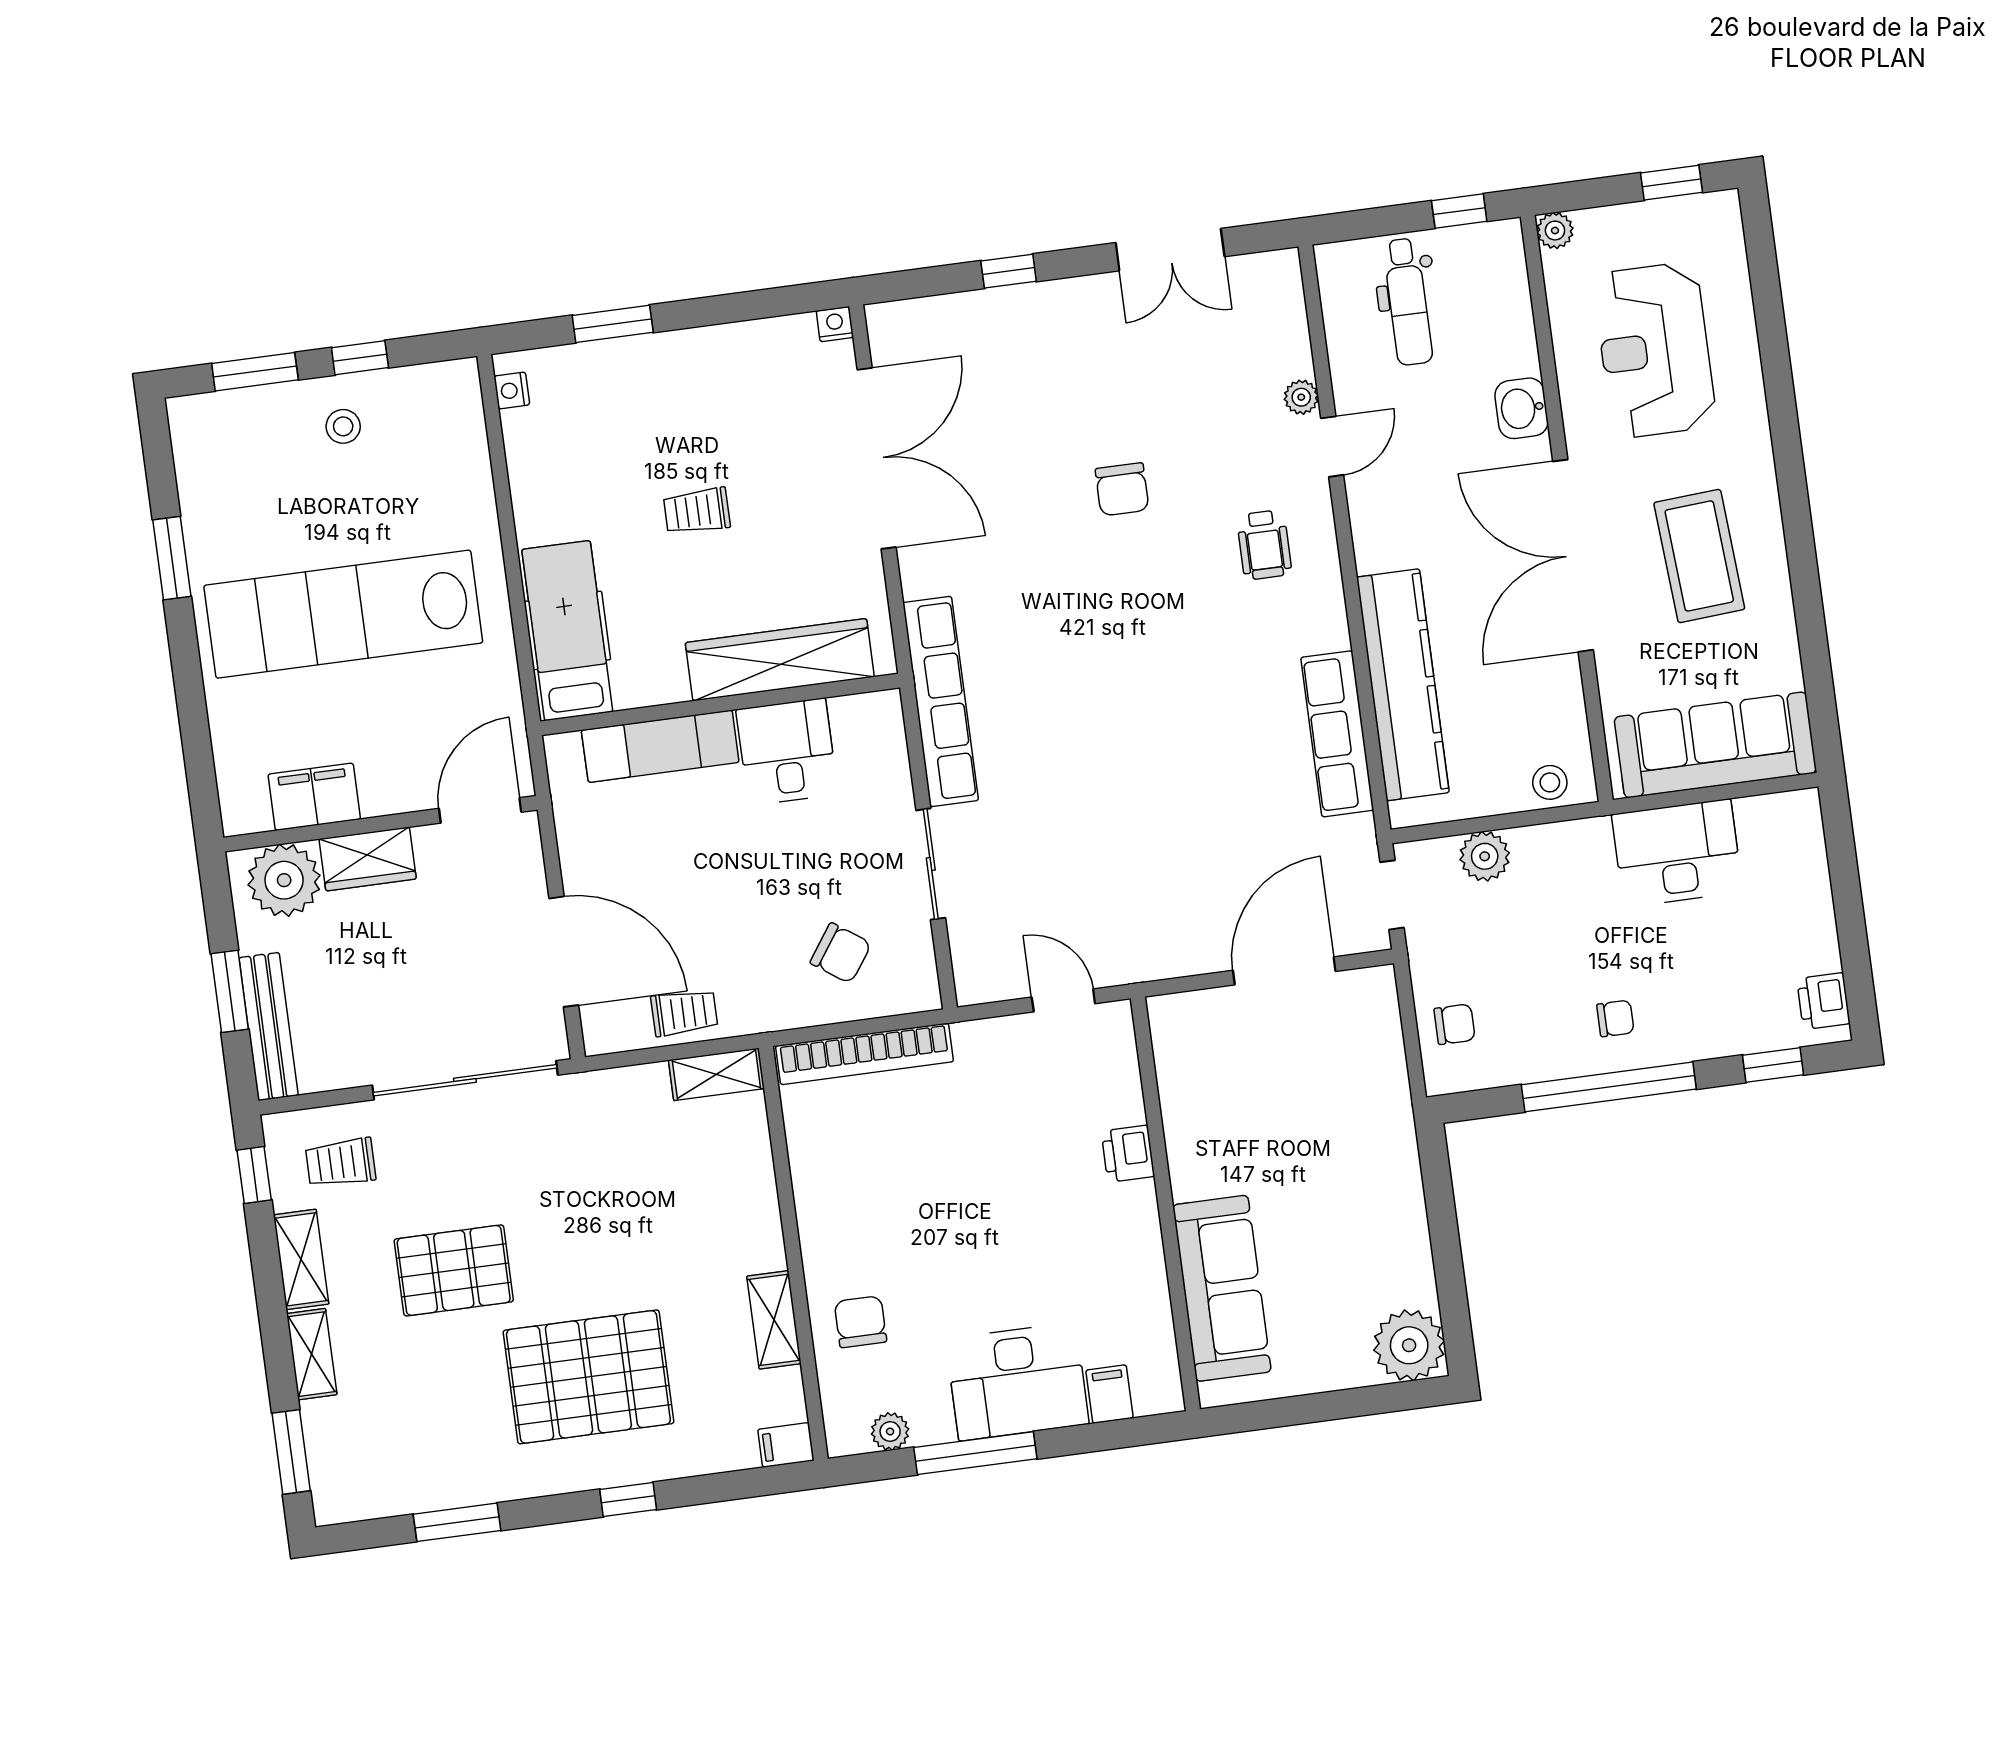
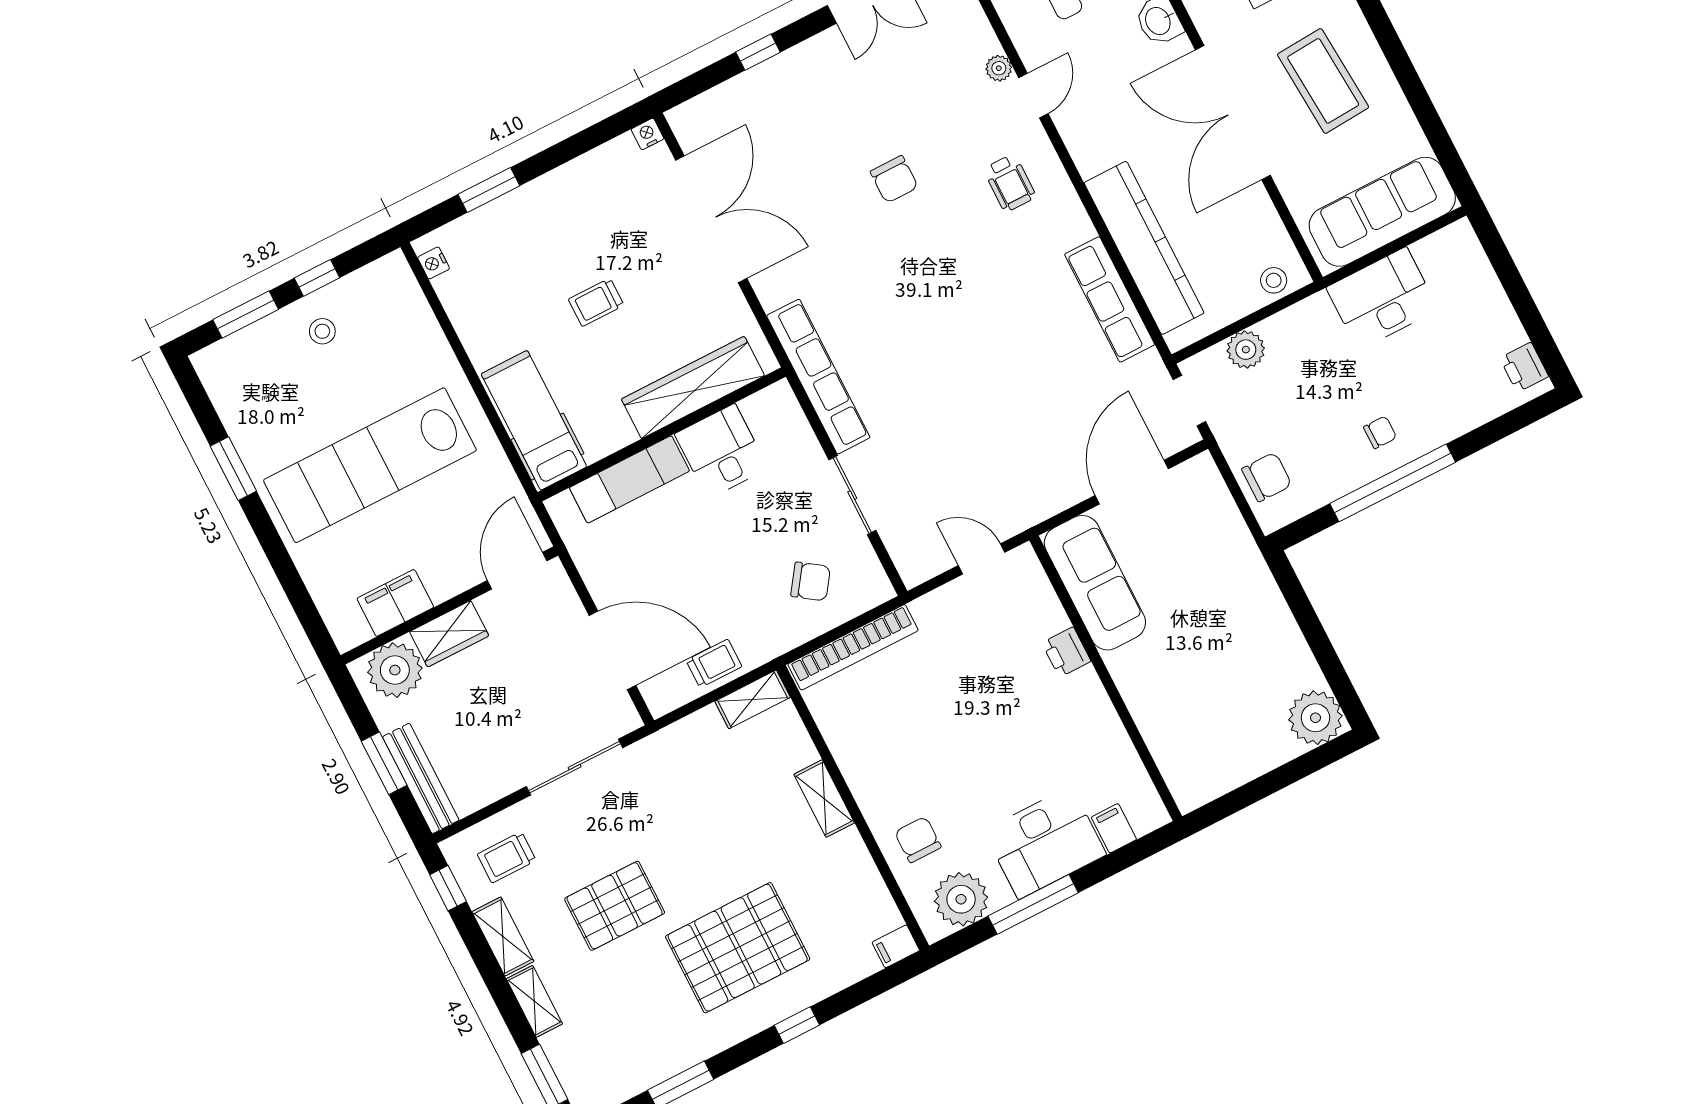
chair: (1454, 1024) -> (1267, 477), width x1.37, depth x1.37
window: (1773, 1065) -> (1504, 426), removed
sliding door: (465, 1080) -> (575, 767), width x0.73
sofa: (1222, 1288) -> (1095, 583), moved
shelving: (774, 1320) -> (824, 799), moved
plant: (890, 1431) -> (961, 899), width x1.88, depth x1.88

